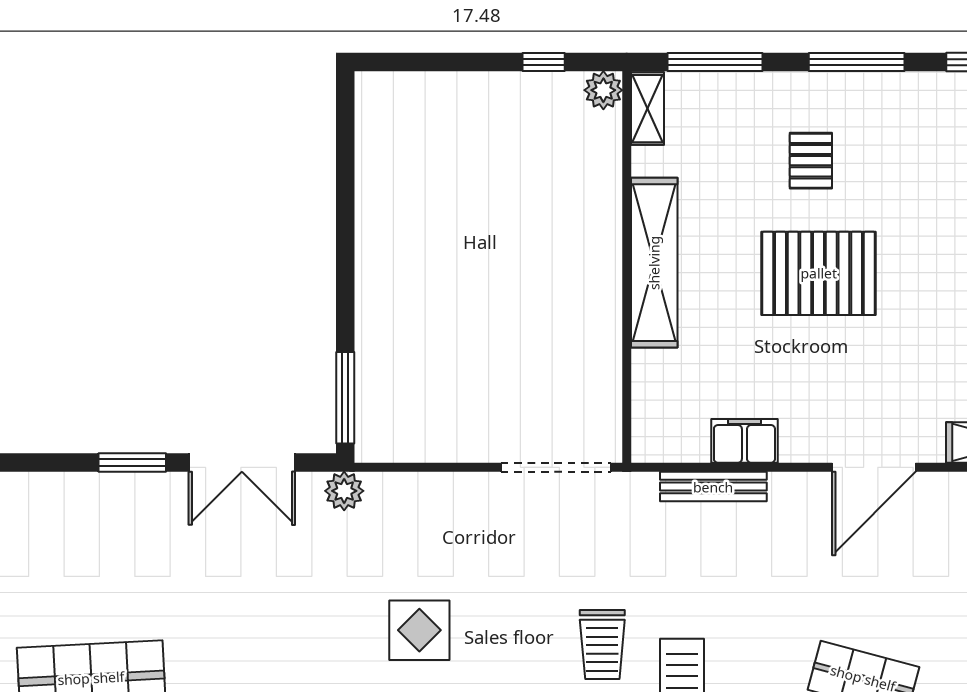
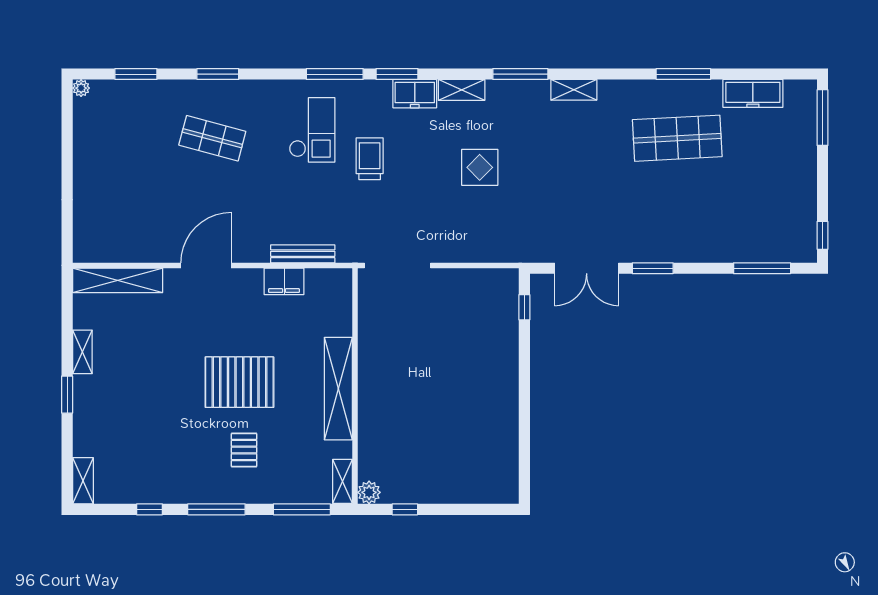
window: (345, 398) -> (524, 307), width x0.46
double door: (242, 463) -> (587, 268), swing flipped
plant: (344, 491) -> (525, 251), removed

